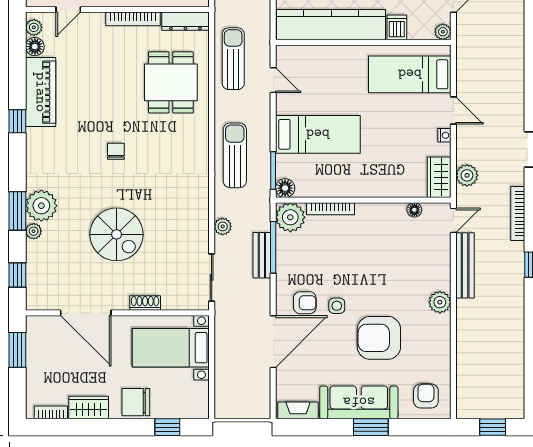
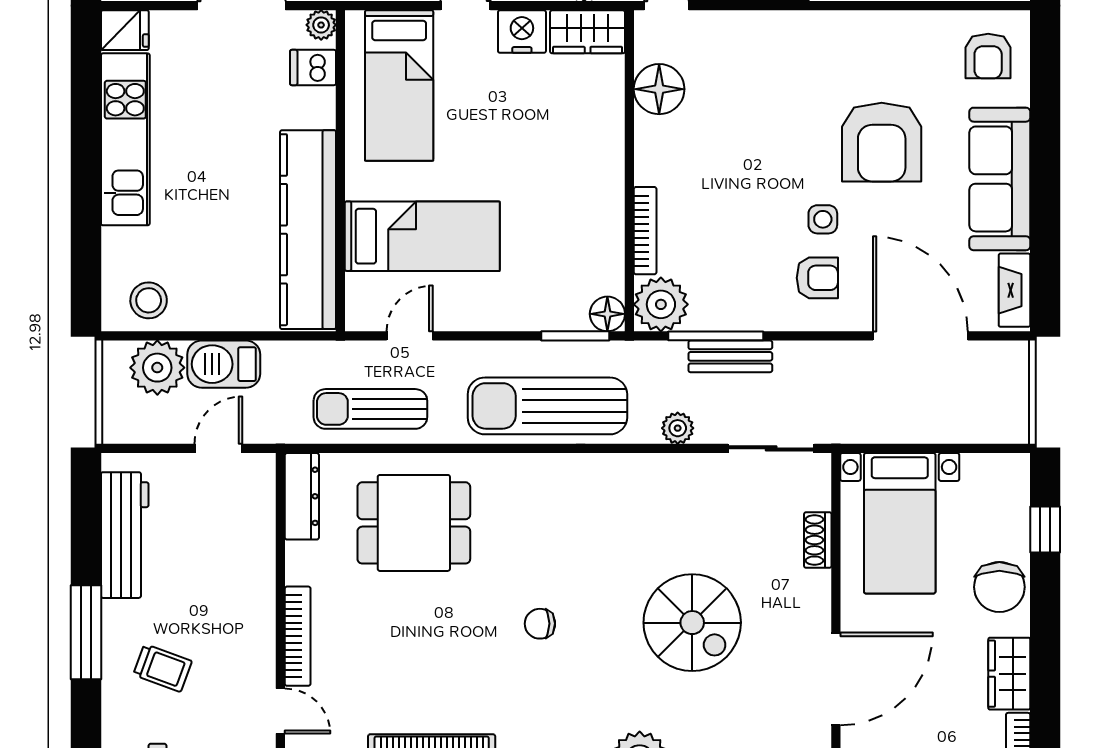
bookcase: (133, 19) -> (298, 636), moved
dishwasher: (397, 27) -> (313, 68), moved
bed: (318, 134) -> (422, 236), moved, turned 90
nightstand: (444, 135) -> (522, 32), width x1.89, depth x1.79
sun lounger: (235, 155) -> (547, 406), width x1.36, depth x1.34
floor lamp: (414, 210) -> (659, 89), width x1.89, depth x1.89
spiral stairs: (117, 234) -> (692, 623), turned 90
plant: (440, 302) -> (816, 31), removed
shoe rack: (145, 303) -> (818, 540), moved
armchair: (305, 303) -> (817, 278), turned 90
door: (273, 342) -> (920, 336), moved
armchair: (426, 396) -> (988, 56), turned -90
window: (371, 427) -> (1045, 157), removed

